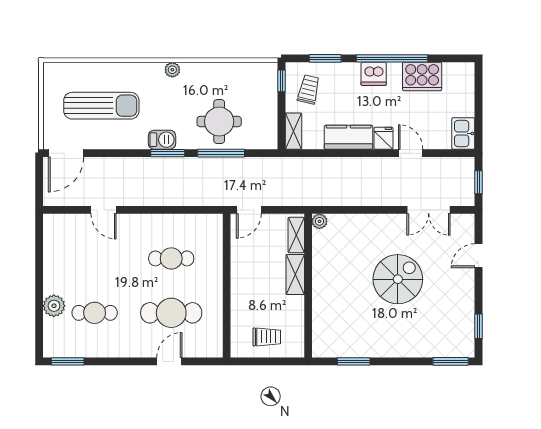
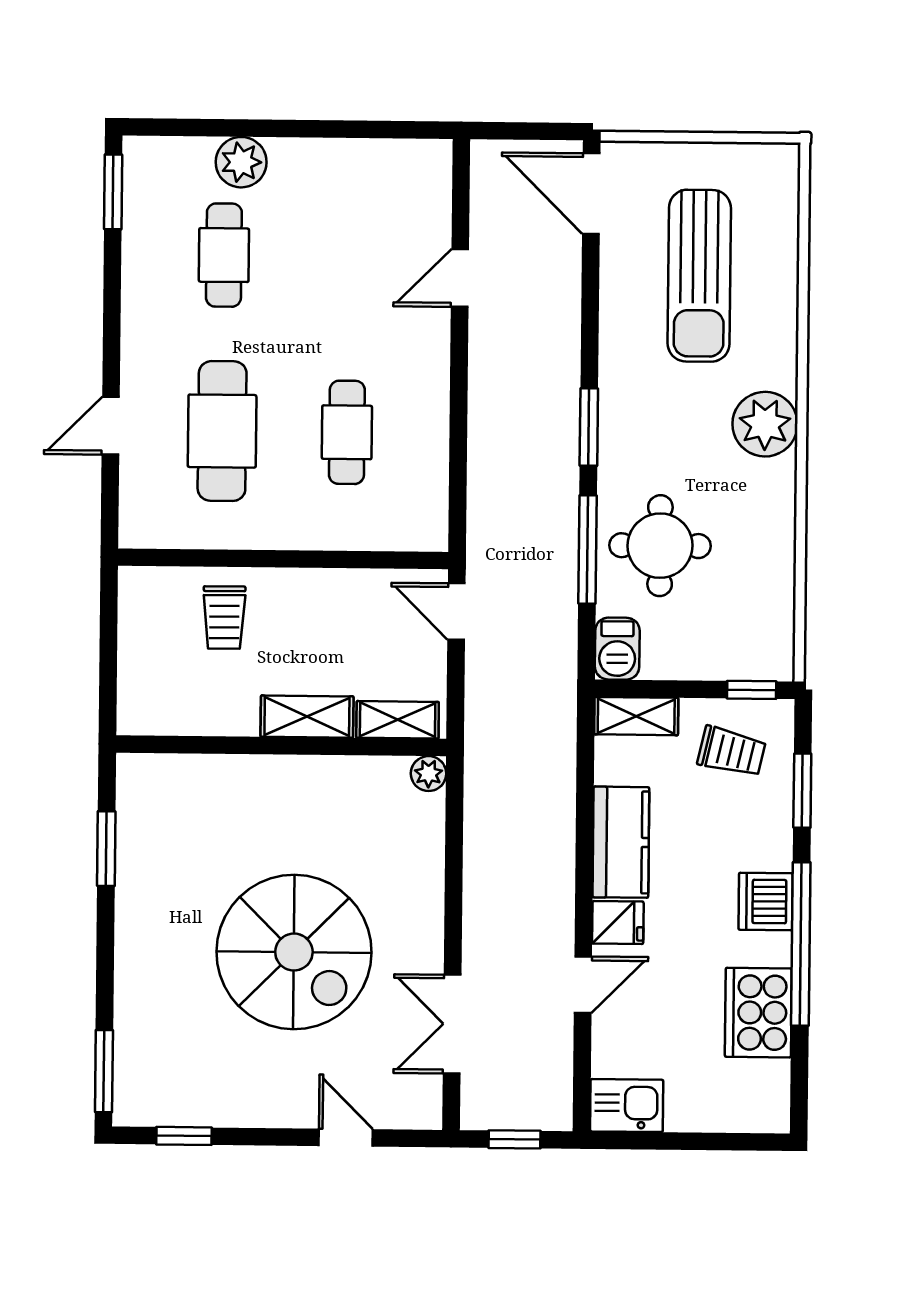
plant: (172, 70) -> (765, 424), width x1.88, depth x1.88
barbecue: (162, 140) -> (617, 649), moved
spiral stairs: (398, 279) -> (294, 952), width x1.37, depth x1.37
trolley: (267, 337) -> (224, 618), moved
door: (169, 361) -> (111, 426), swing flipped

